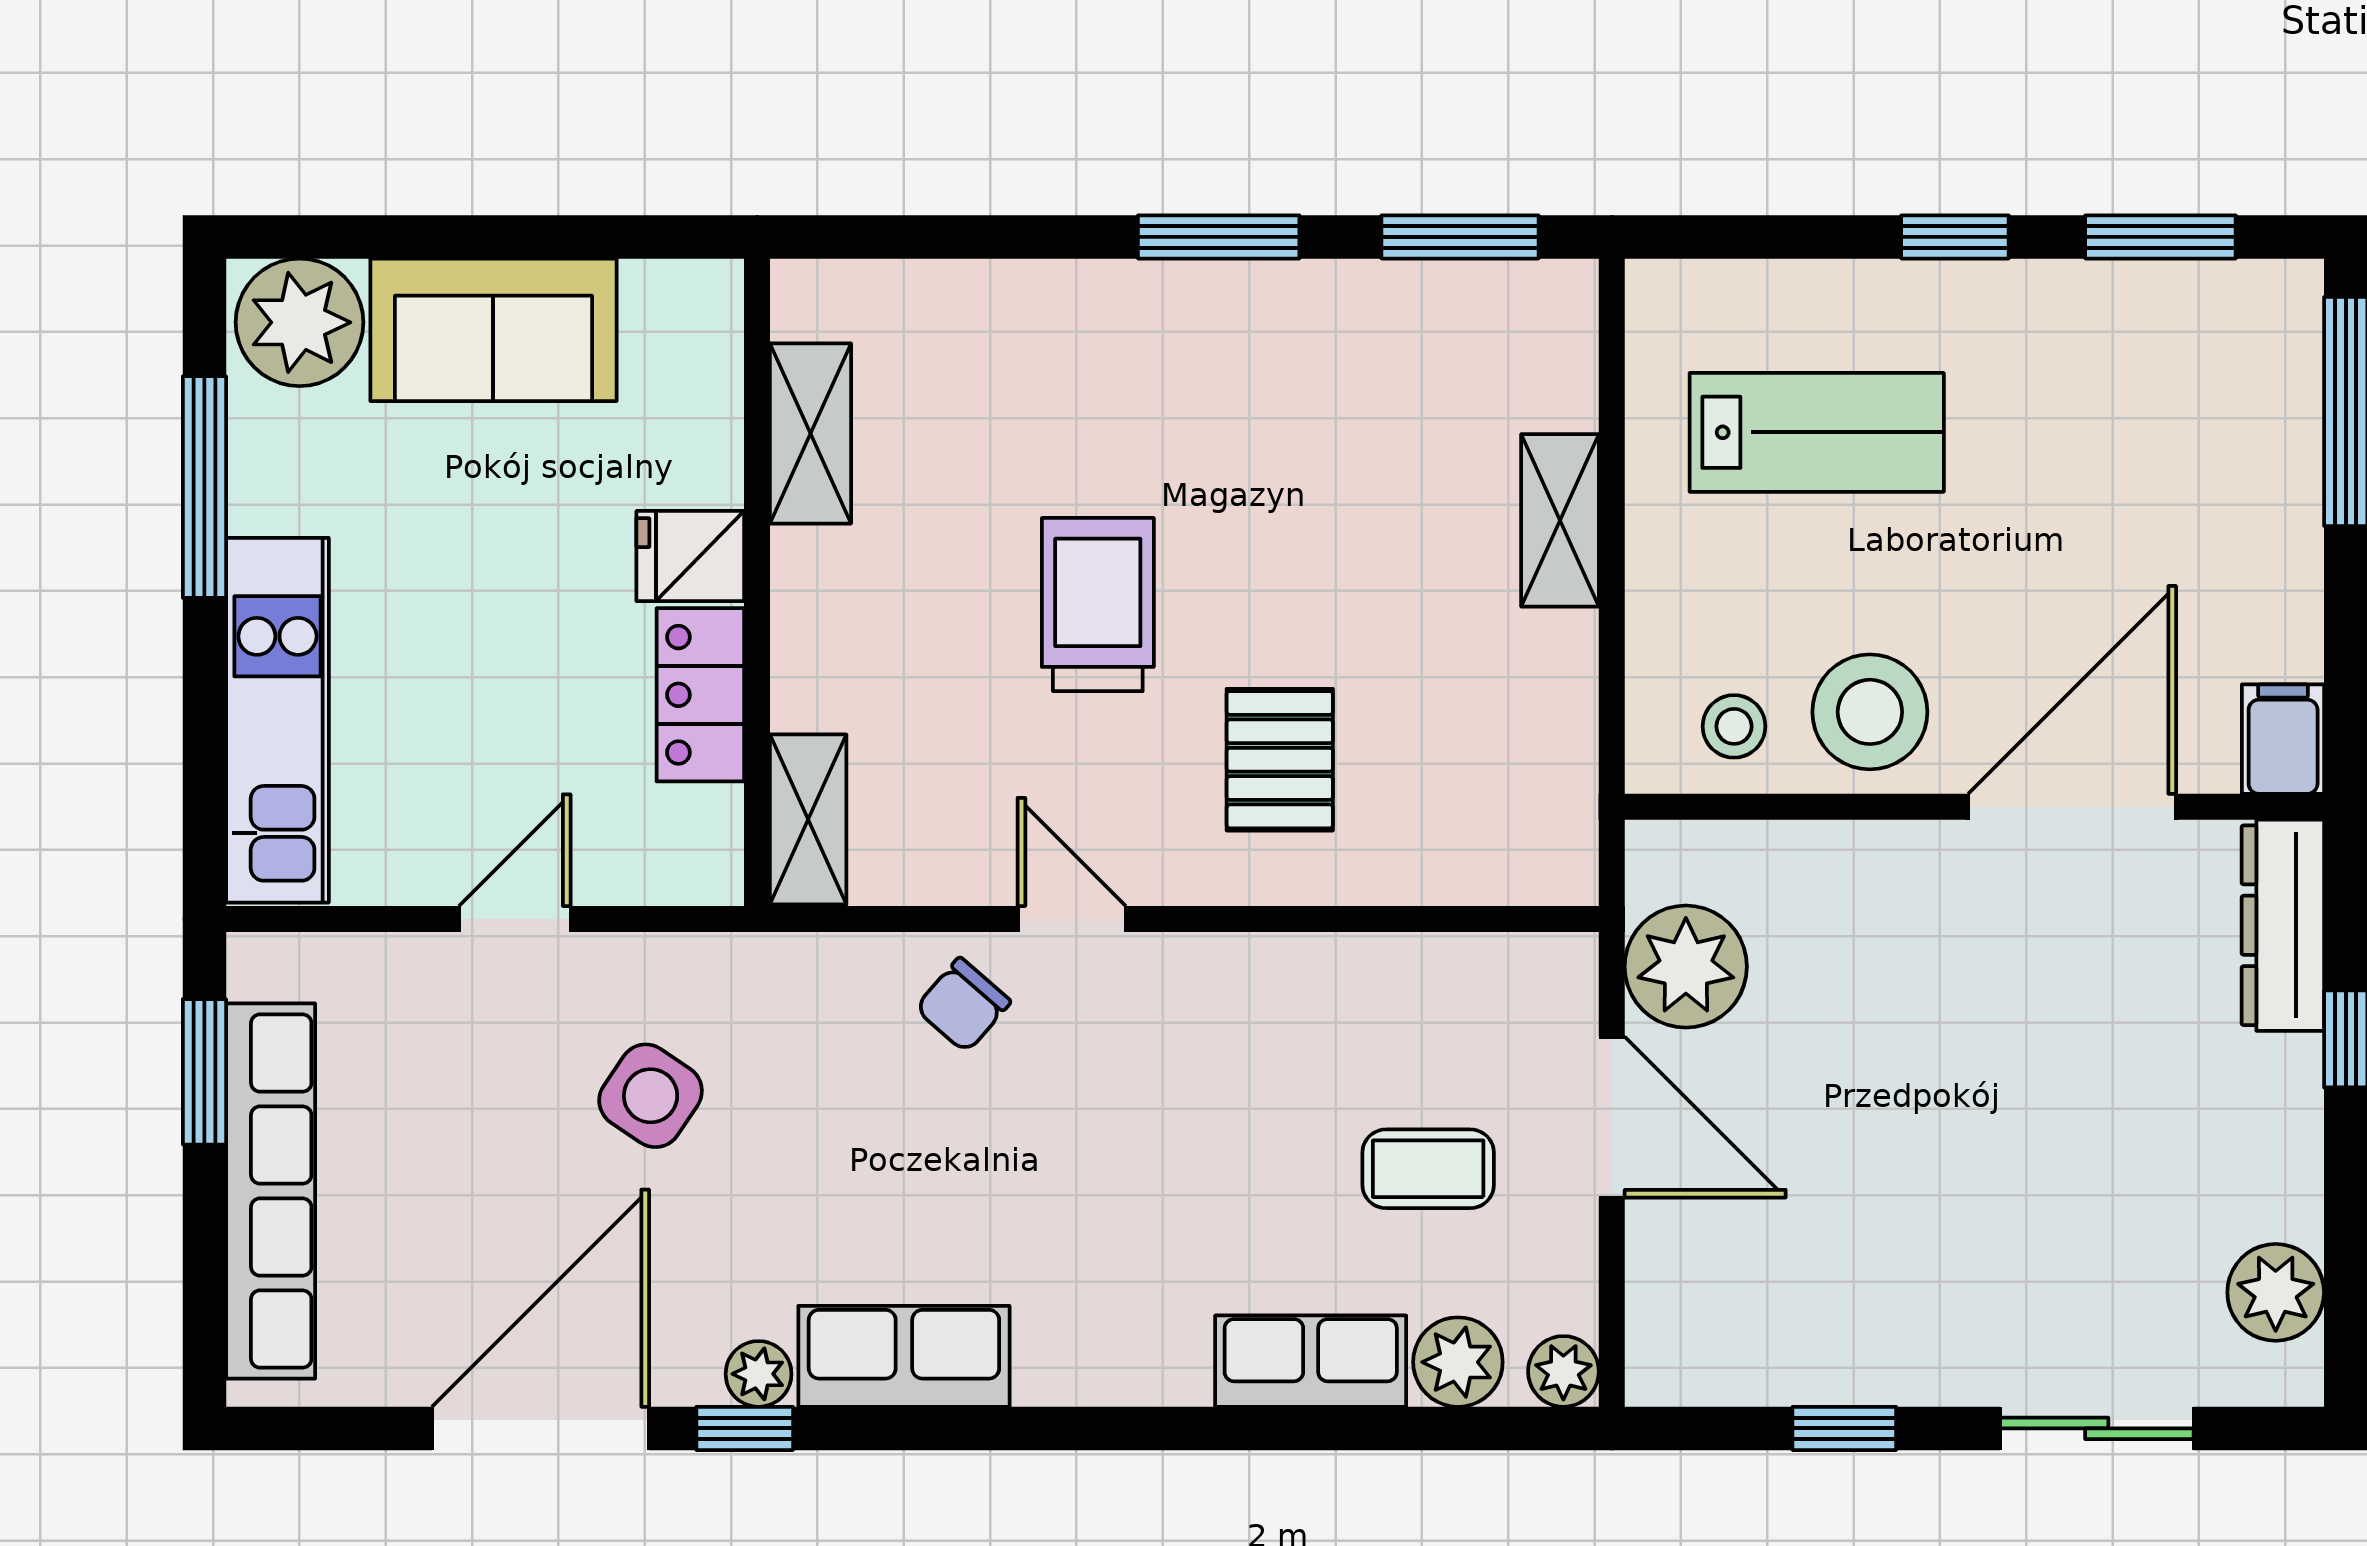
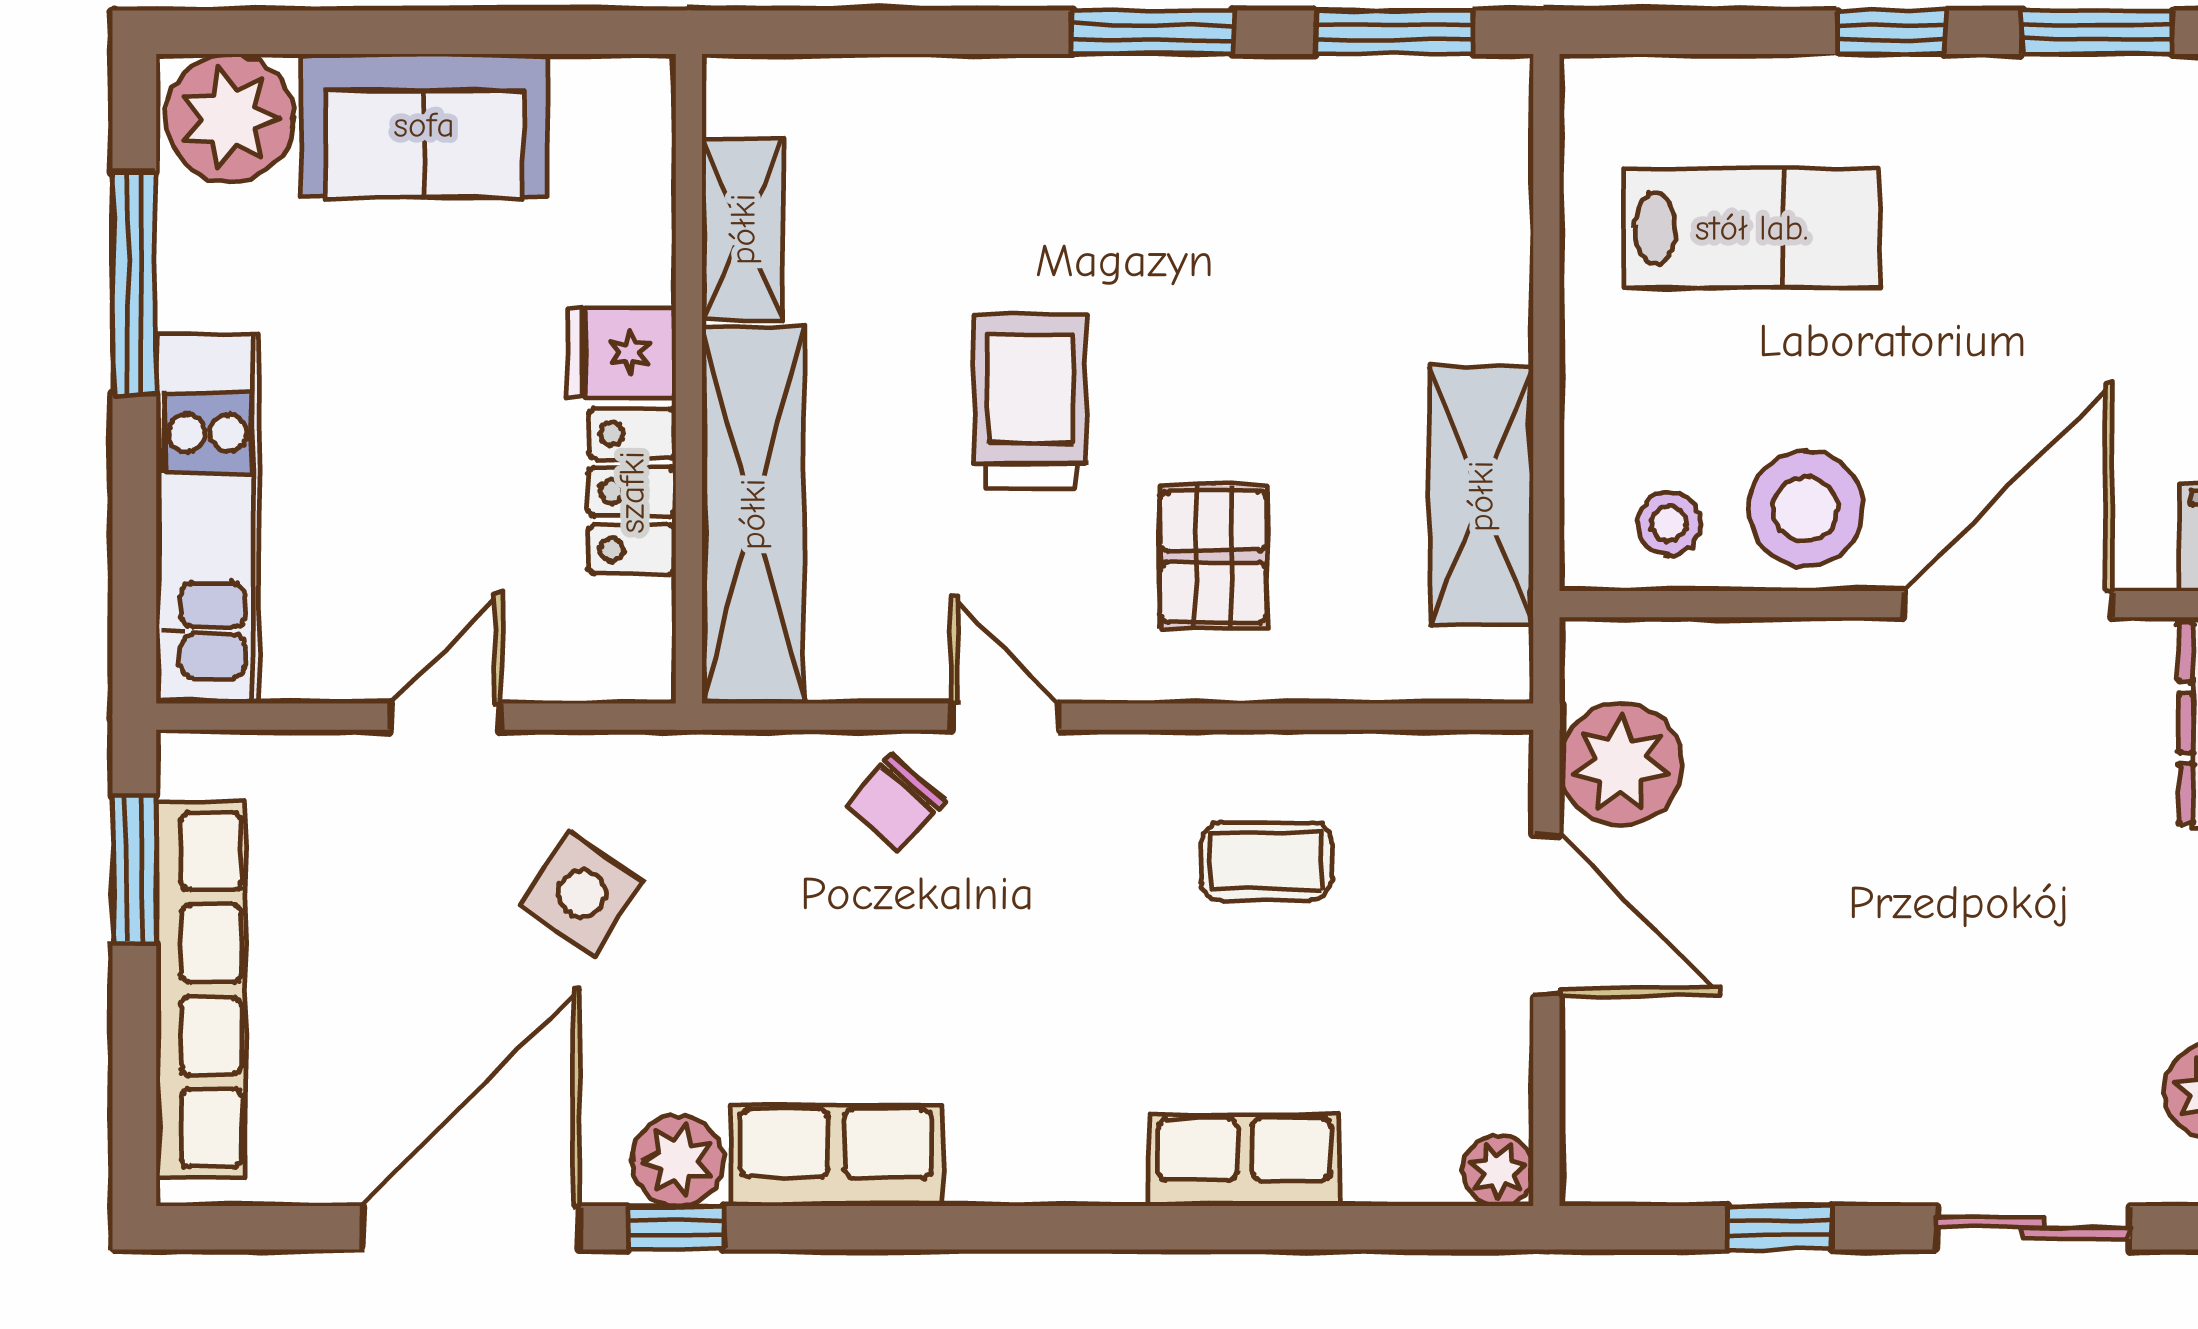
shelving: (1560, 520) -> (1481, 496), moved, width x1.50, depth x1.33
shelving: (808, 819) -> (753, 514), width x2.20, depth x1.33
coffee table: (1428, 1169) -> (1267, 861), moved
plant: (1458, 1362) -> (1392, 1161), removed
plant: (759, 1374) -> (678, 1161), width x1.38, depth x1.38

